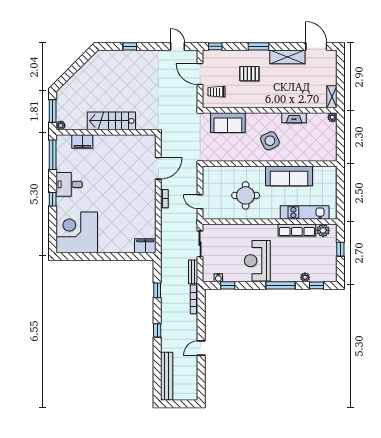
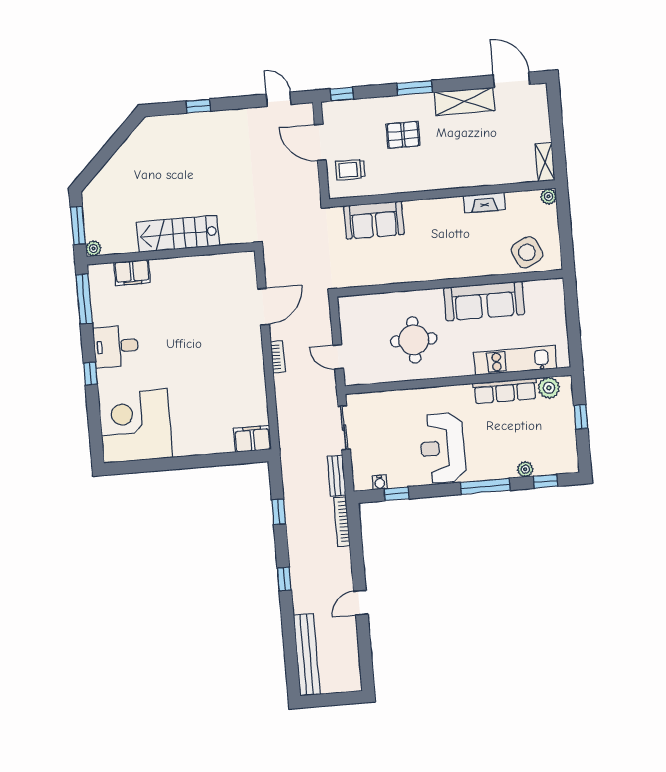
side table: (270, 141) -> (527, 252), moved

